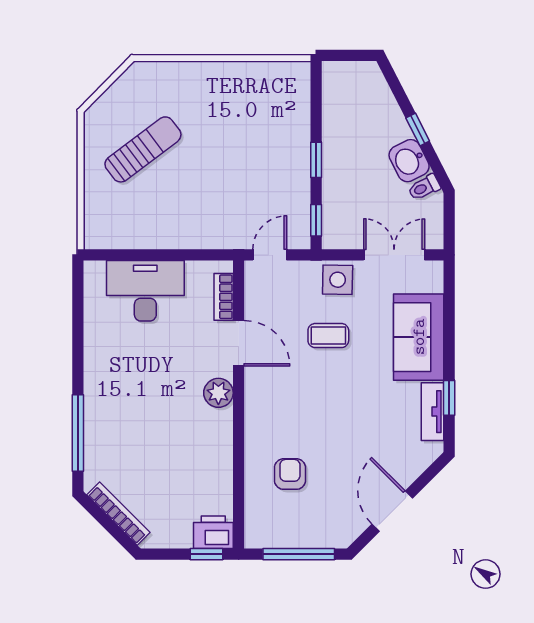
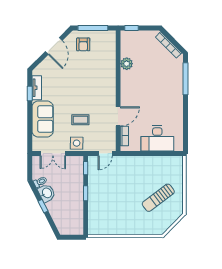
door: (239, 343) -> (118, 116), swing flipped
plant: (218, 393) -> (127, 64), moved
armchair: (290, 474) -> (83, 44), moved
printer: (213, 532) -> (129, 37), removed

